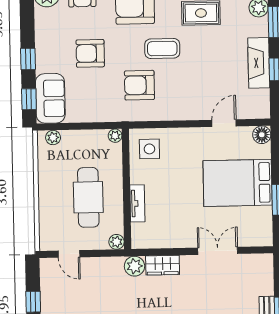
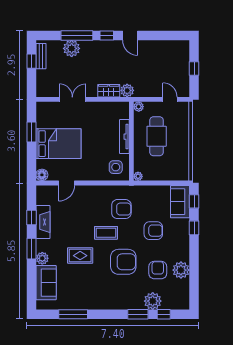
plant: (53, 138) -> (179, 176), removed
tv unit: (137, 203) -> (124, 137), width x1.41
double door: (218, 251) -> (72, 99), swing flipped

